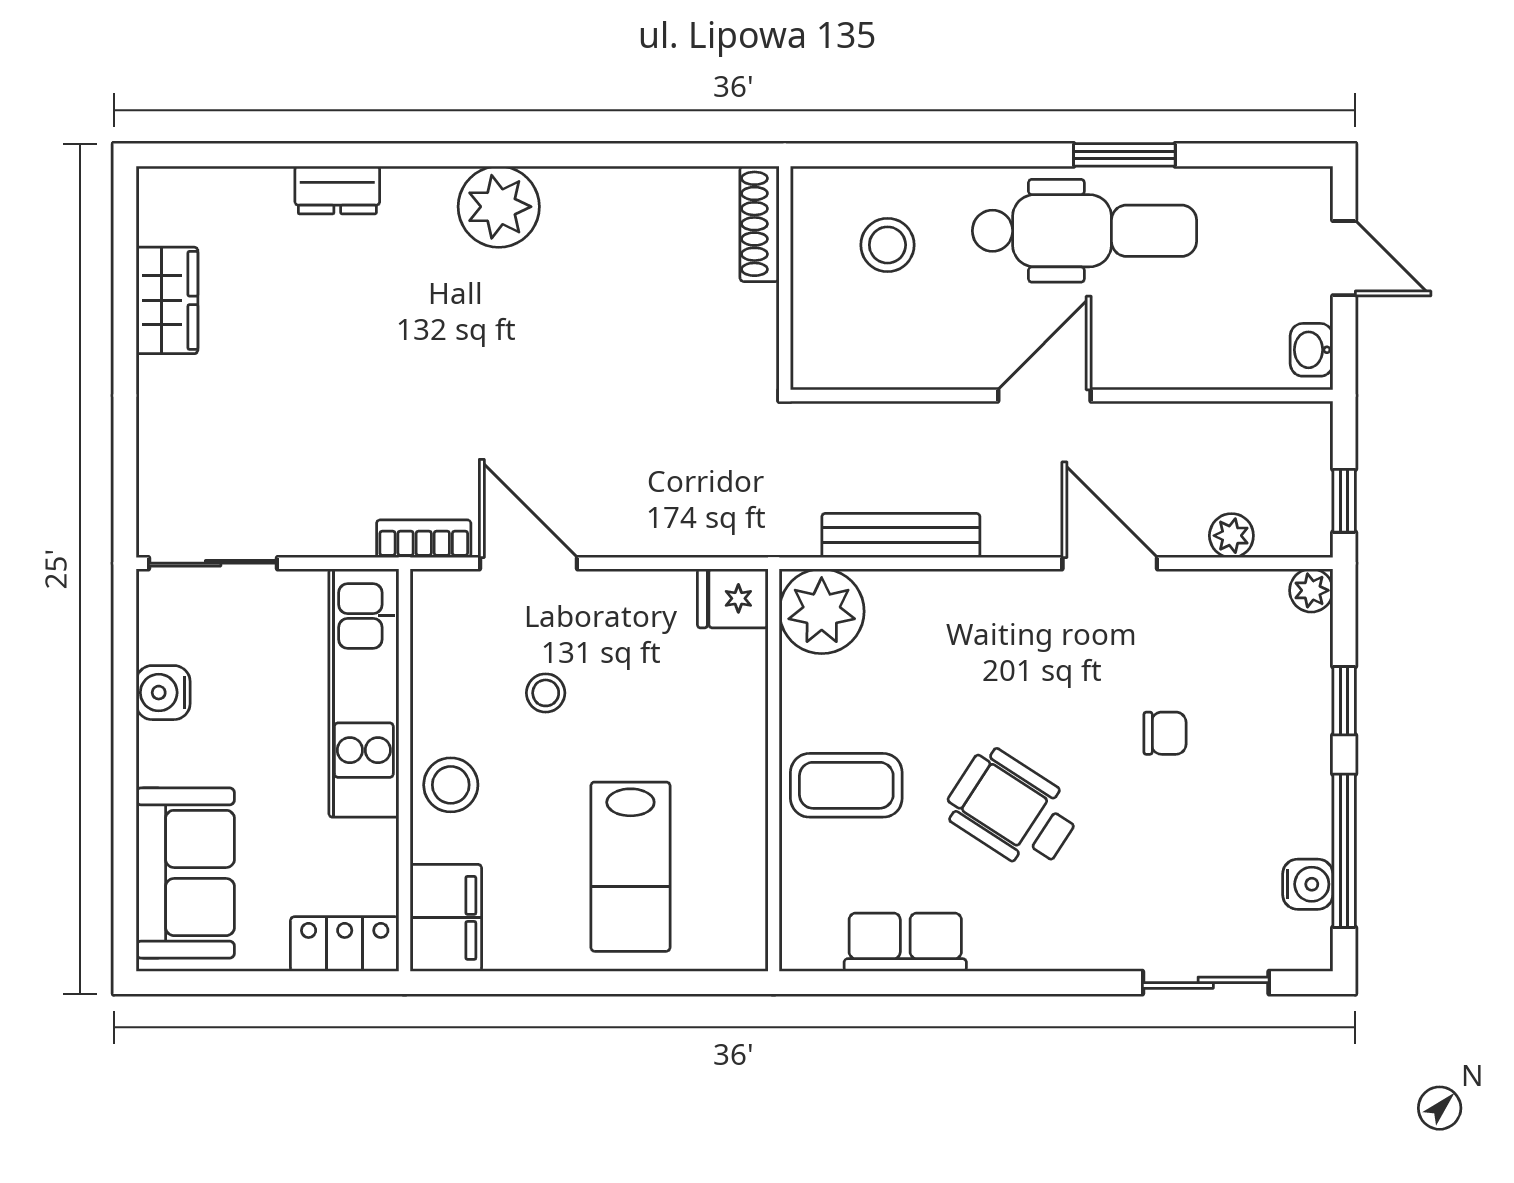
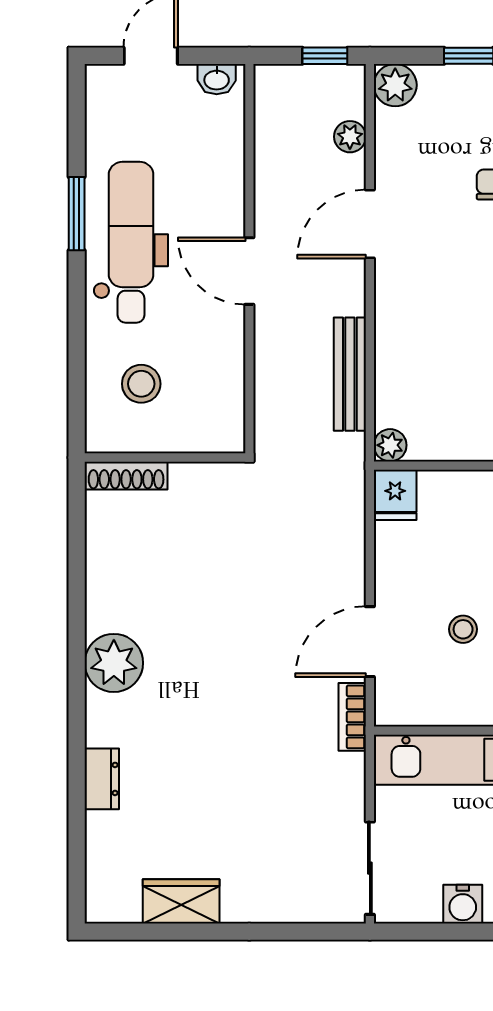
plant: (1311, 590) -> (395, 85), width x1.38, depth x1.38
plant: (822, 611) -> (390, 445), width x0.53, depth x0.53

